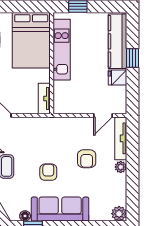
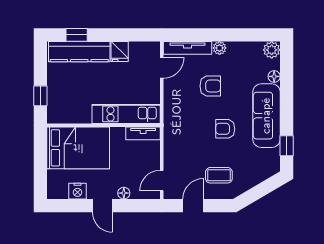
kitchen unit: (62, 50) -> (126, 114), moved
window: (132, 58) -> (77, 35), moved
door: (103, 115) -> (162, 68), hinge flipped
floor lamp: (25, 216) -> (274, 76), moved

